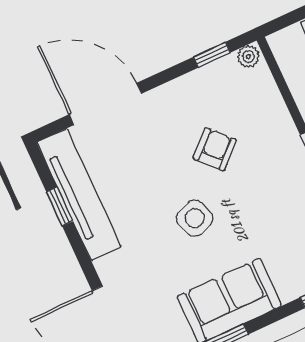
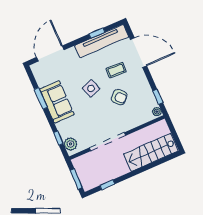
door: (105, 104) -> (139, 53), hinge flipped
coffee table: (149, 158) -> (116, 70), added

